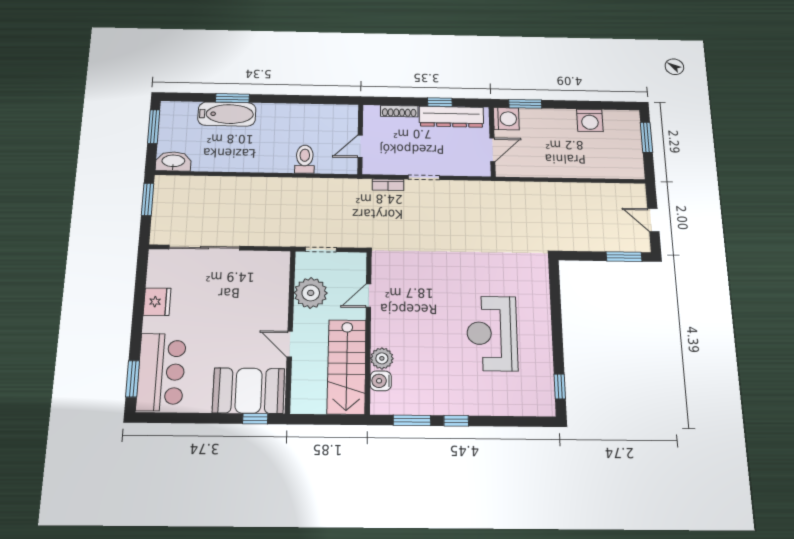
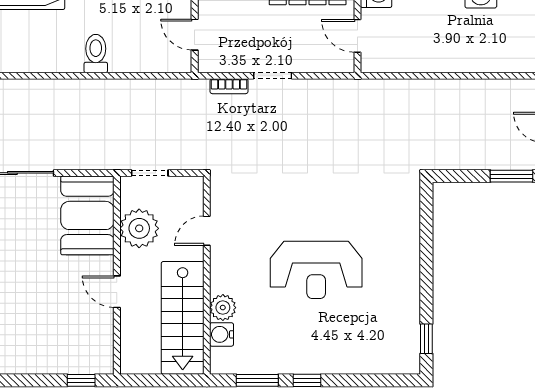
door: (360, 146) -> (195, 35), hinge flipped
door: (492, 150) -> (358, 36), swing flipped
toilet: (305, 159) -> (96, 54), moved
reception desk: (492, 333) -> (316, 270), moved, turned -90
booth: (249, 391) -> (87, 215), moved, turned 90

